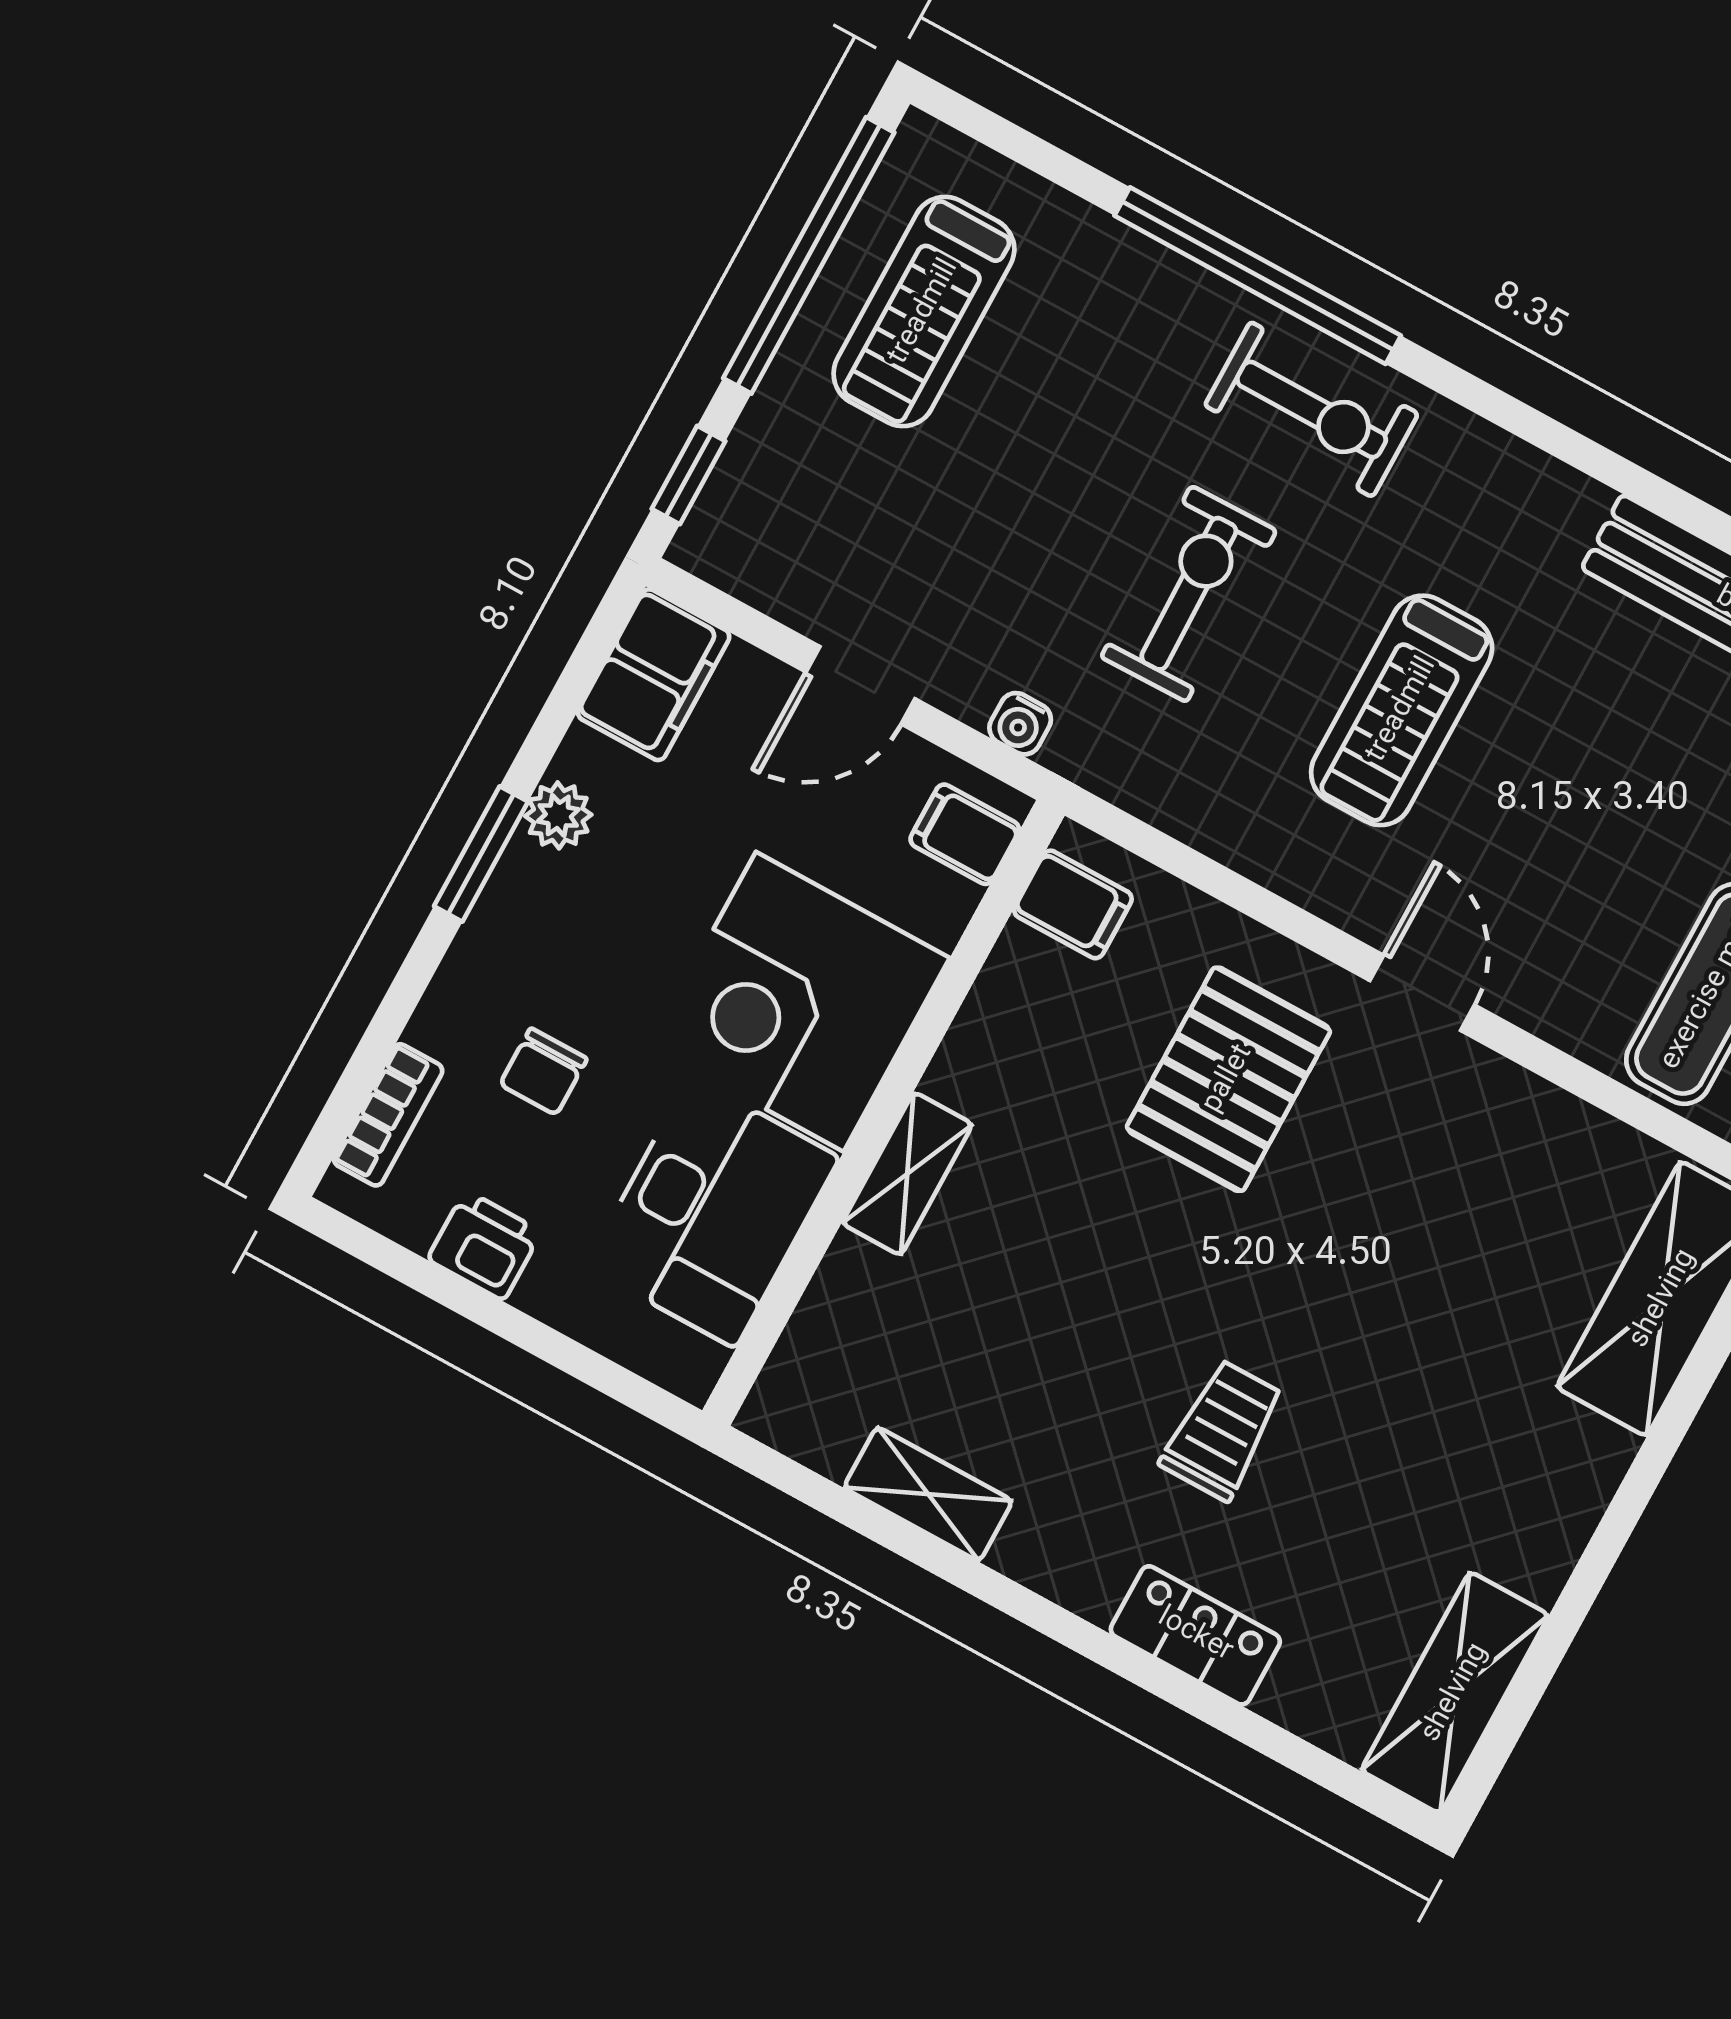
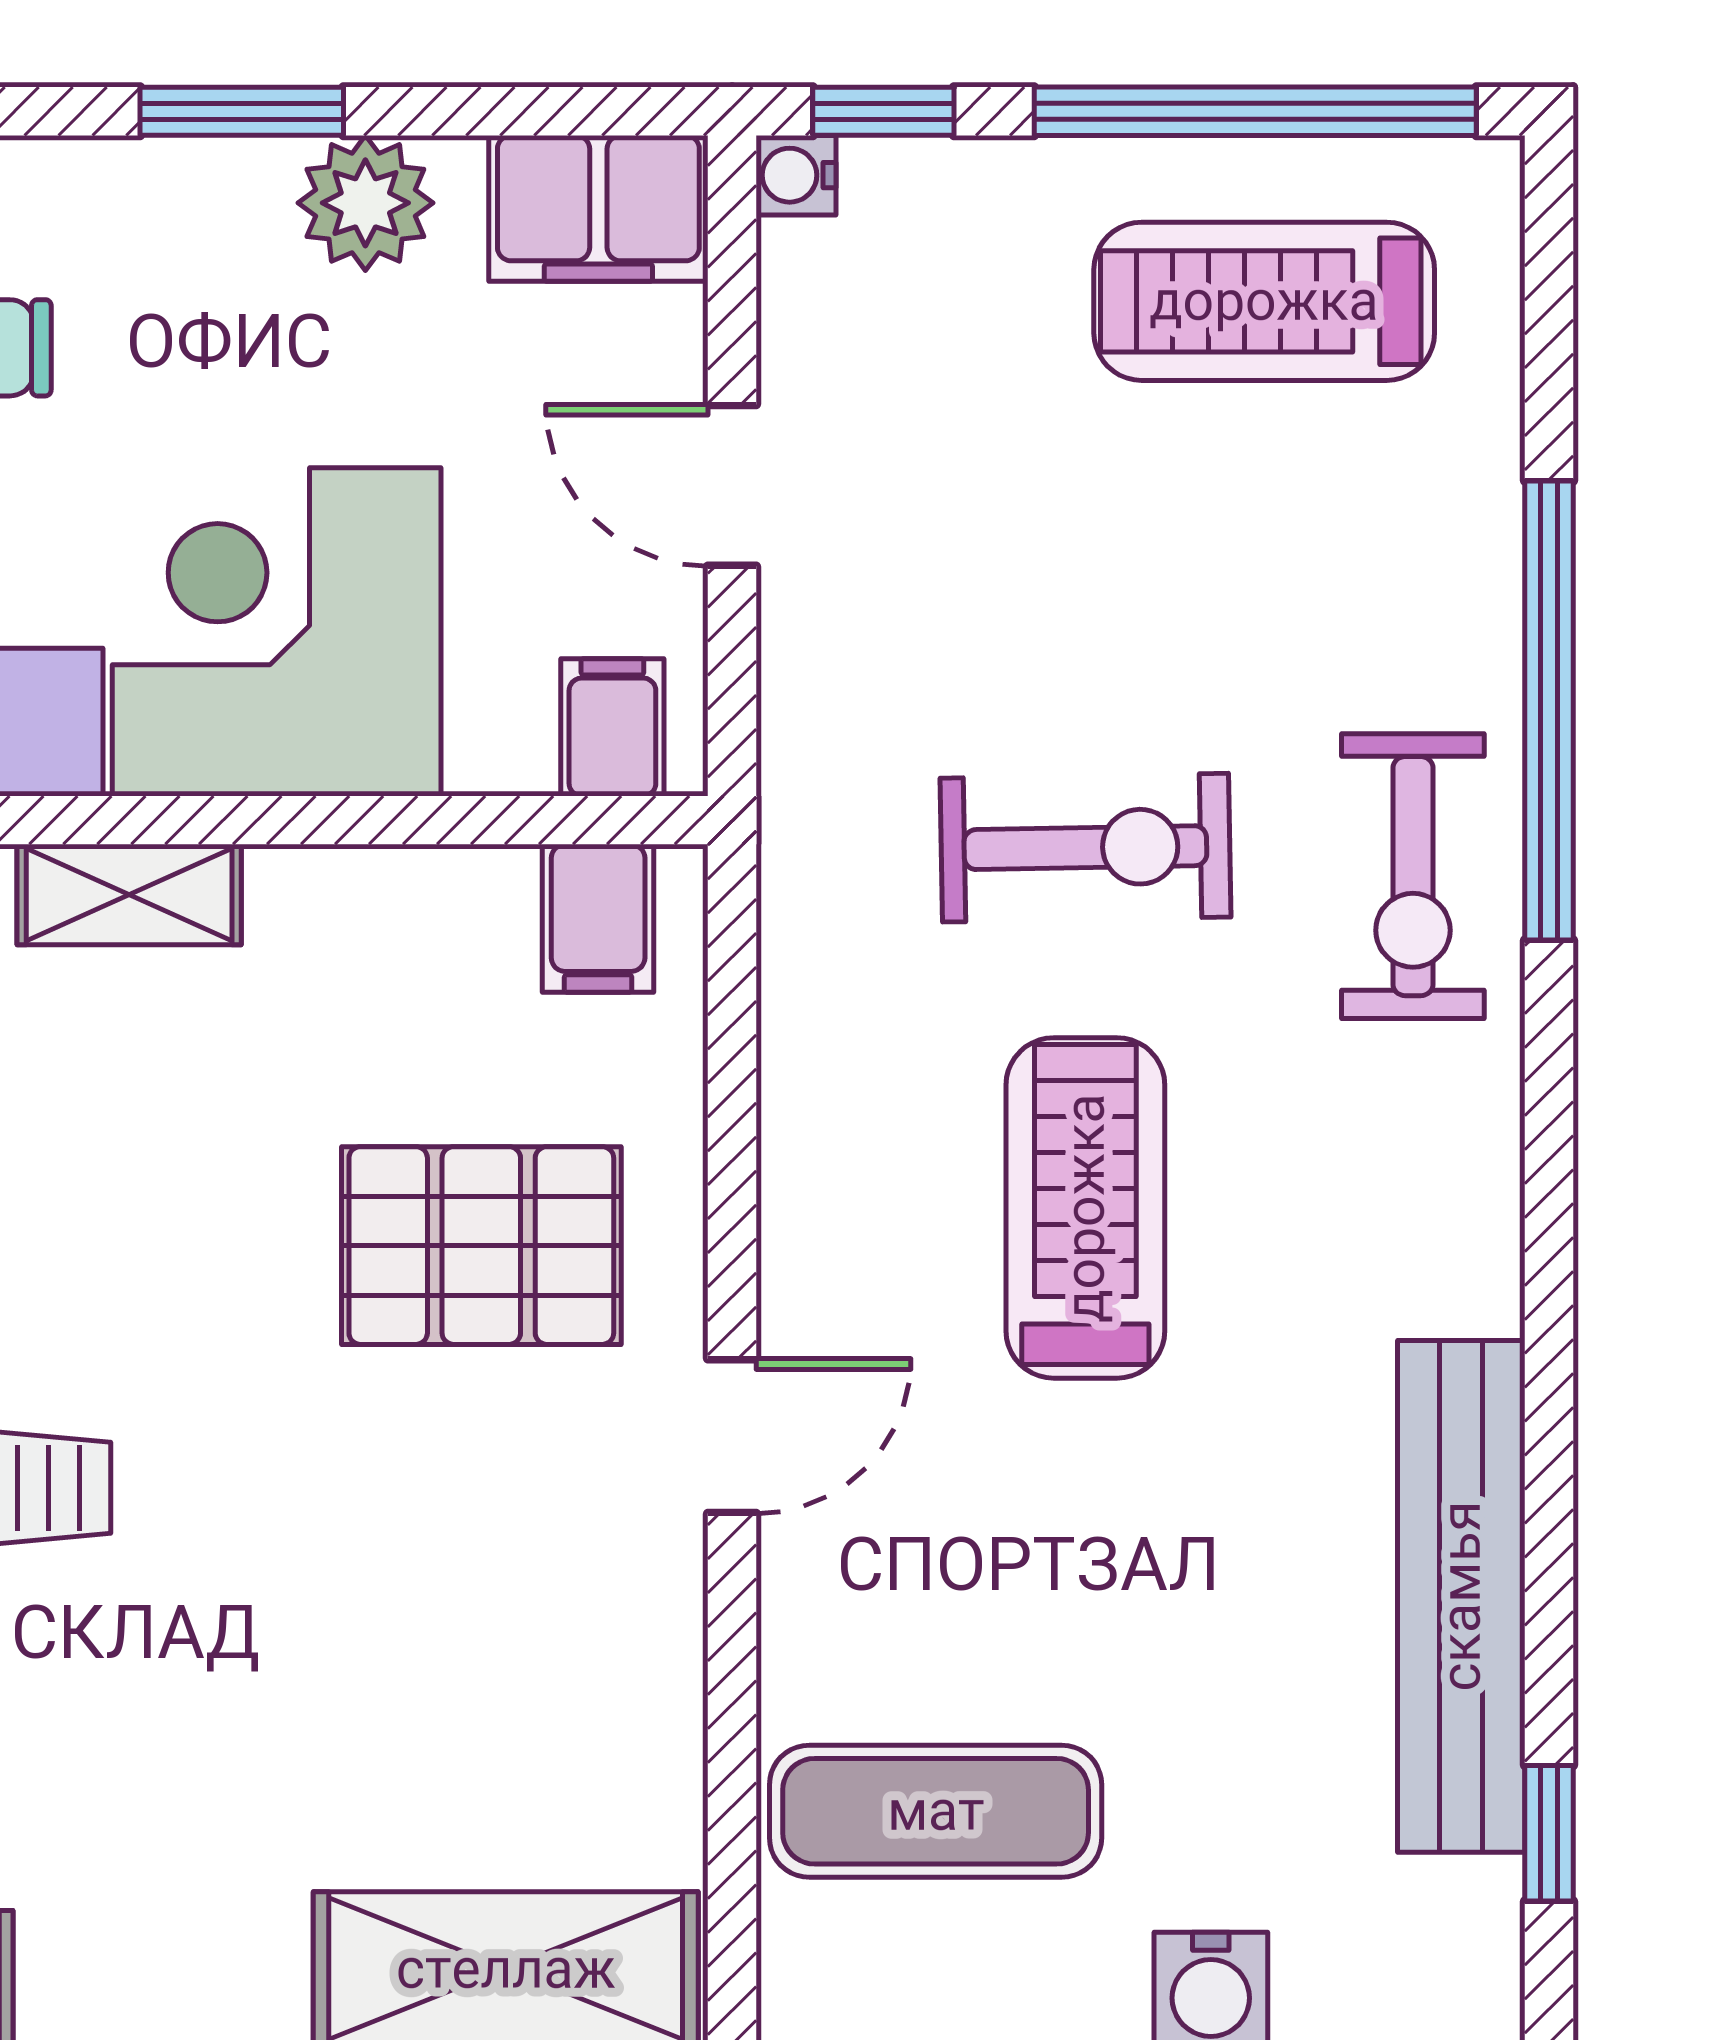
treadmill: (1402, 710) -> (1085, 1208), turned 90
water cooler: (1020, 724) -> (796, 175), moved
plant: (558, 815) -> (365, 203), width x1.38, depth x1.38

